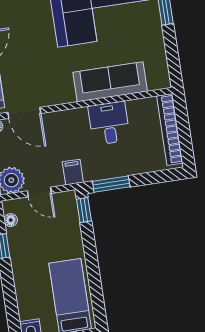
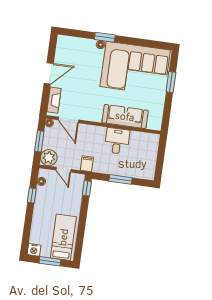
bookcase: (170, 129) -> (152, 155), removed
window: (111, 184) -> (121, 179), moved

